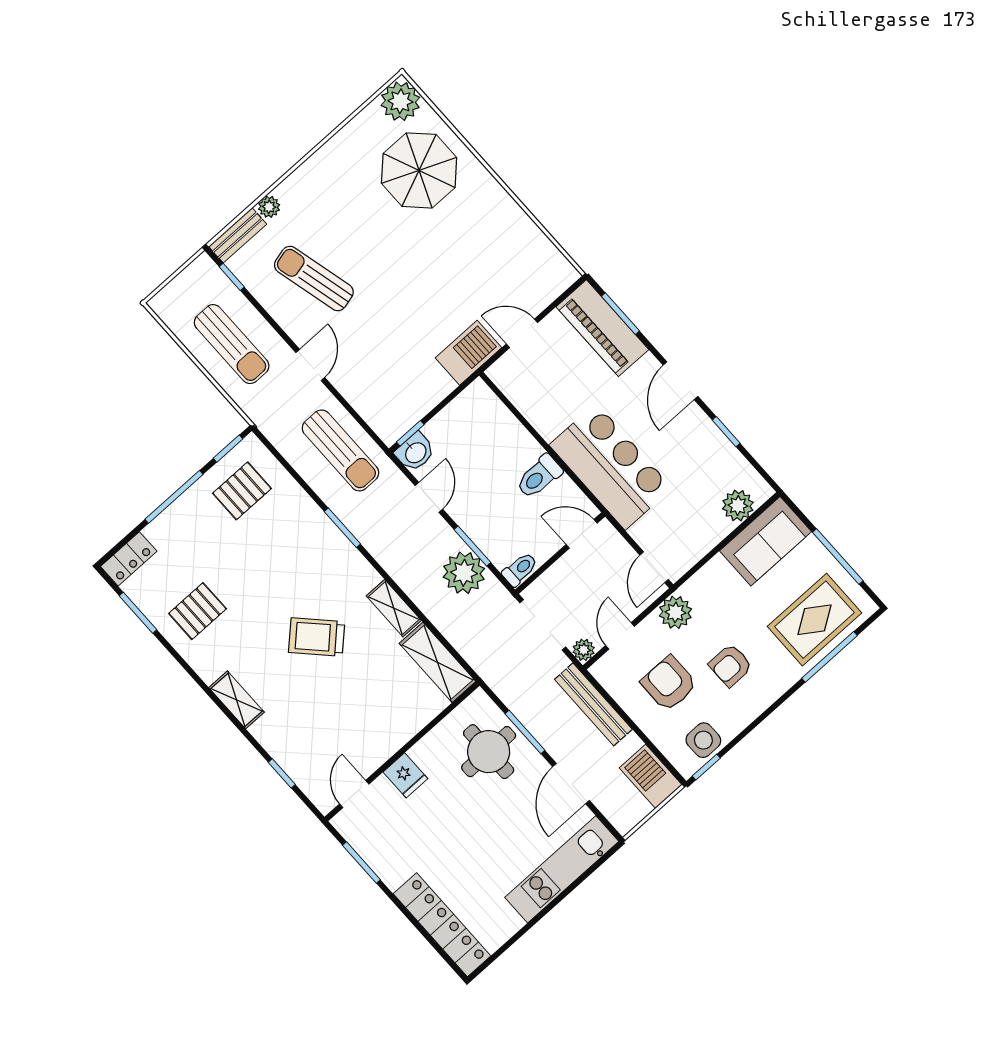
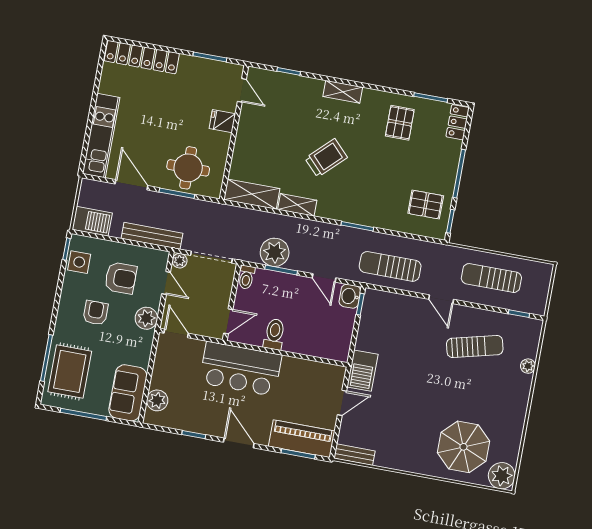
bench: (238, 235) -> (354, 455), moved, turned 90
pallet: (242, 491) -> (426, 205), turned 90

